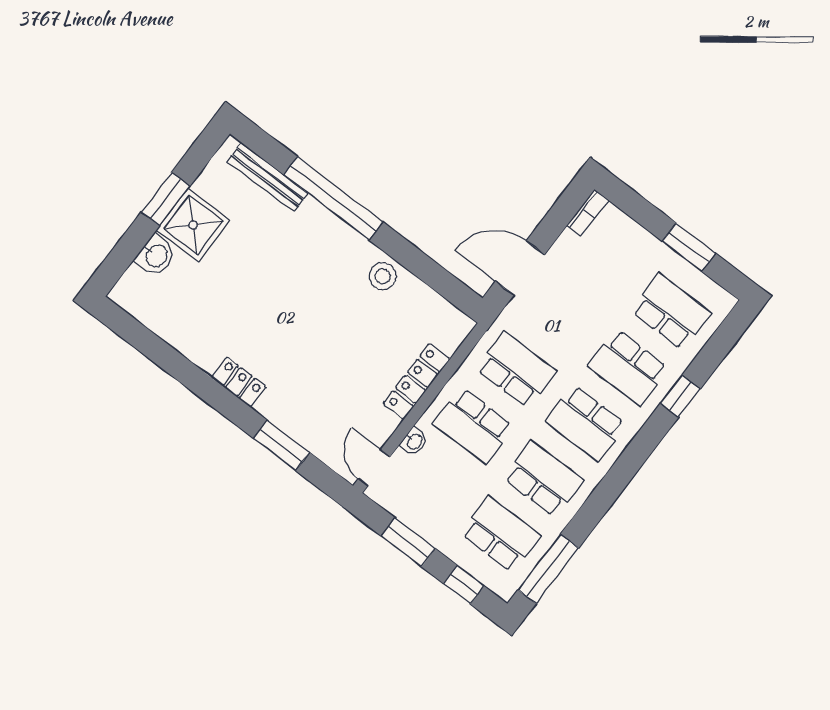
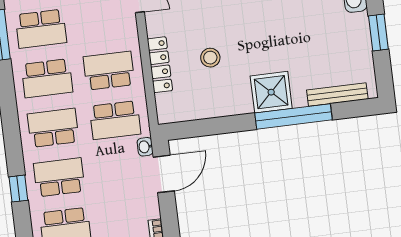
shower: (193, 225) -> (271, 92), moved
stool: (383, 276) -> (210, 58), moved
washbasin: (414, 441) -> (145, 147), moved

